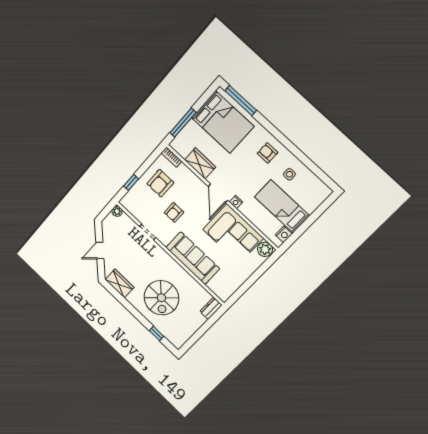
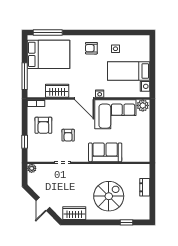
sofa: (193, 258) -> (105, 152), width x0.73
spiral stairs: (161, 298) -> (109, 196), turned -90
dresser: (211, 308) -> (145, 187), moved

